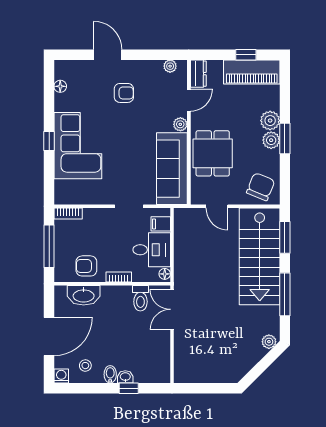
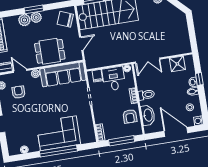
armchair: (124, 93) -> (18, 92), moved
window: (49, 141) -> (58, 151), width x3.17
toilet: (140, 298) -> (146, 95), moved
shower: (159, 357) -> (177, 64), added

